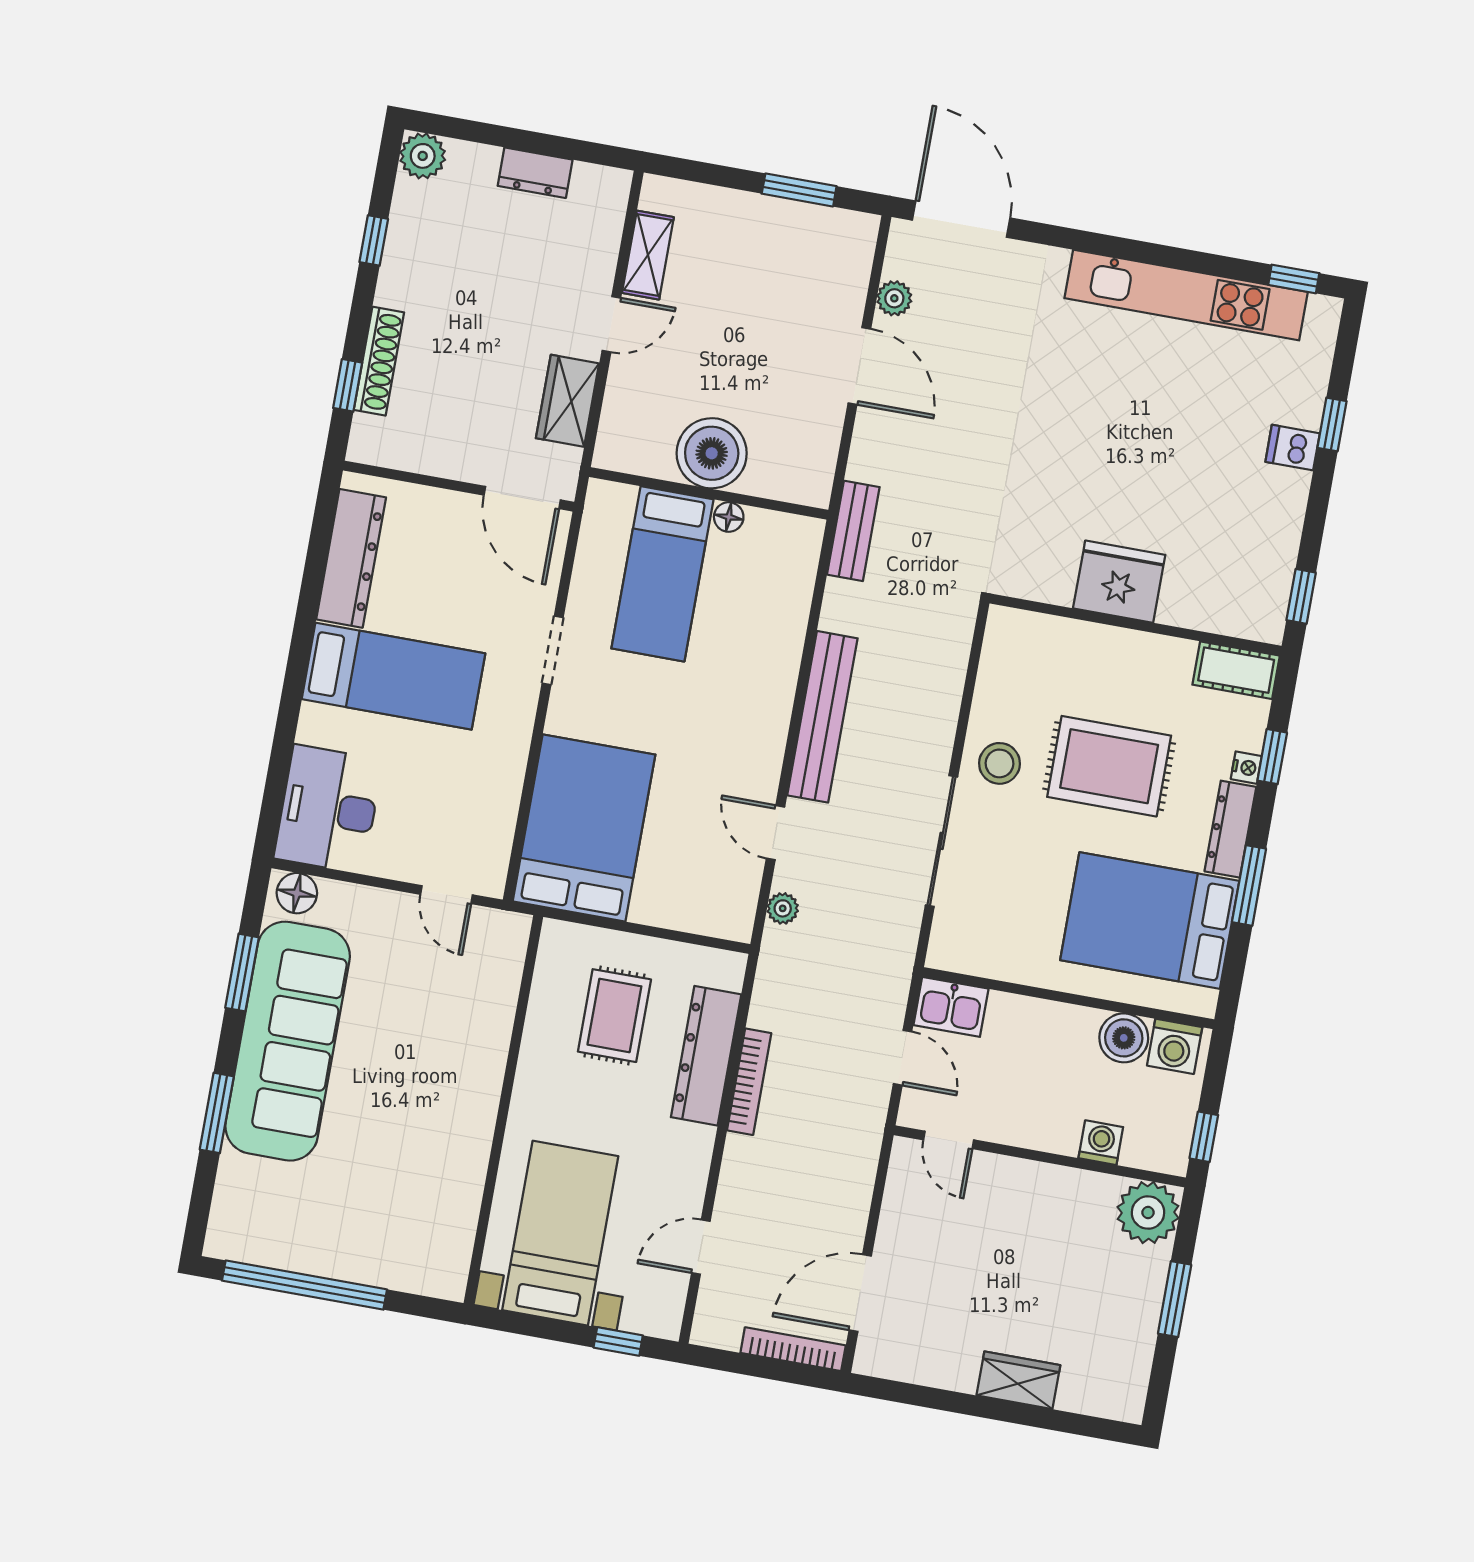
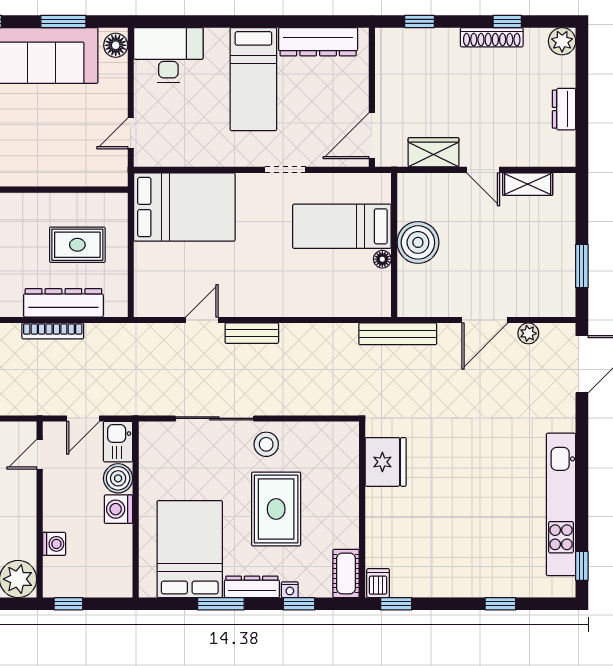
shoe rack: (379, 361) -> (492, 37), moved
dishwasher: (1293, 448) -> (378, 583), moved
bench: (853, 531) -> (398, 334), width x1.36
fridge: (1119, 582) -> (386, 462), moved
bench: (822, 717) -> (252, 333), width x0.54, depth x0.82
plant: (783, 908) -> (158, 332), removed
boiler: (1124, 1038) -> (118, 478), moved
washing machine: (1175, 1046) -> (118, 509), moved

